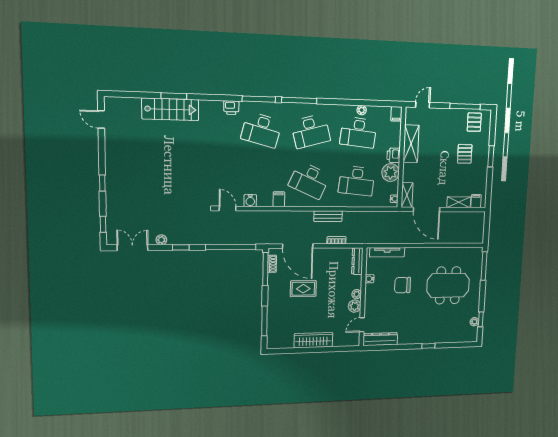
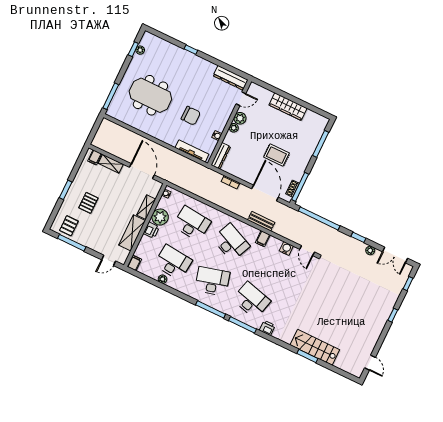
shelving: (407, 195) -> (146, 207), moved
bench: (328, 216) -> (261, 221), moved

